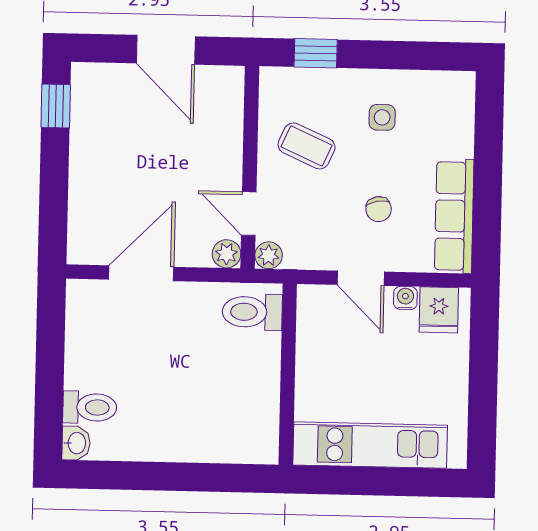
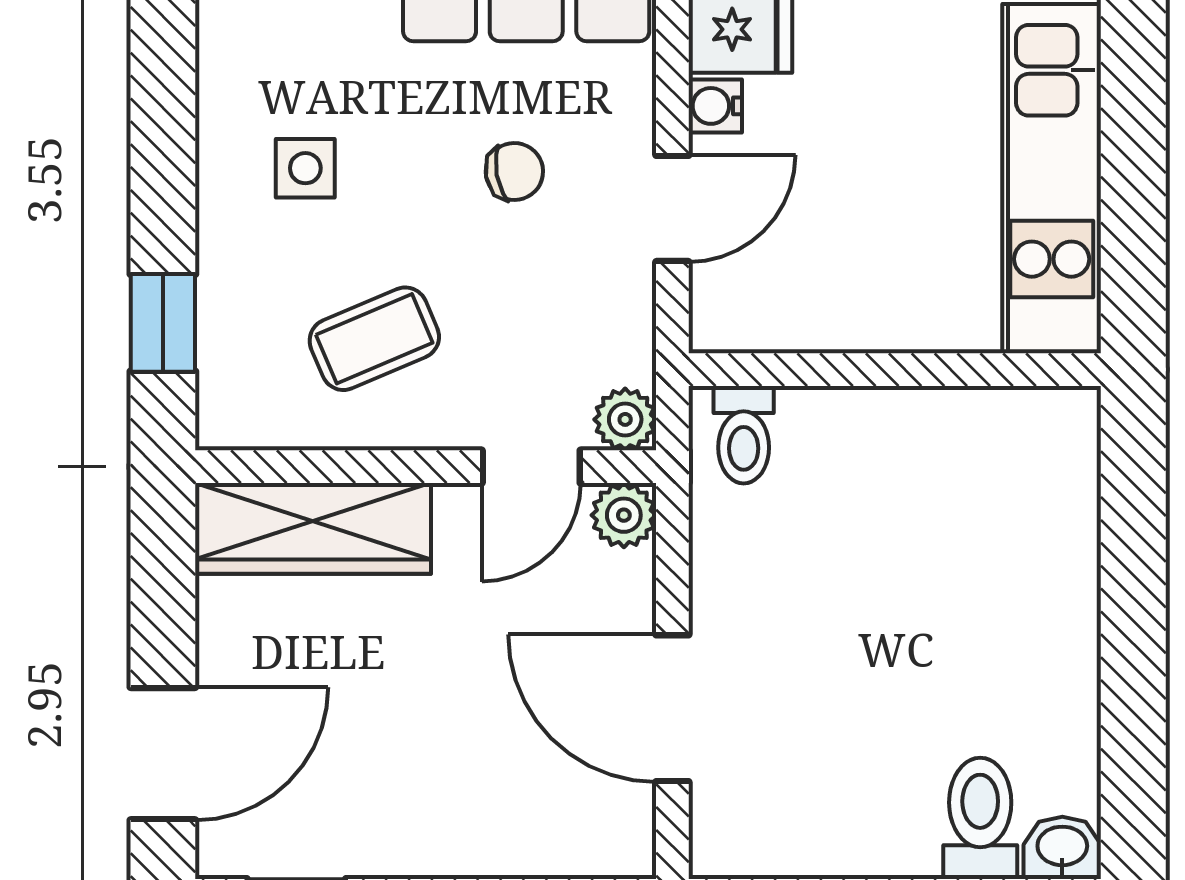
door: (166, 50) -> (163, 754), moved
wardrobe: (224, 117) -> (313, 528), added
coffee table: (307, 146) -> (374, 339), turned 43
toilet: (252, 312) -> (744, 435), width x0.73, depth x0.72

